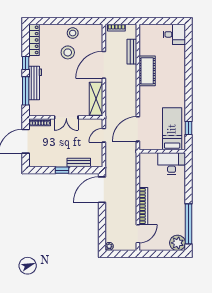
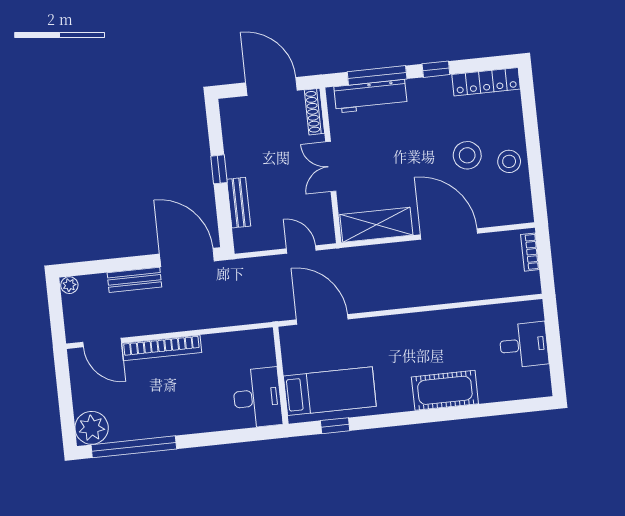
desk: (174, 34) -> (524, 345), moved, turned -90
bench: (132, 52) -> (134, 280), moved
cot: (147, 71) -> (445, 390), moved
workbench: (35, 83) -> (371, 96), moved

